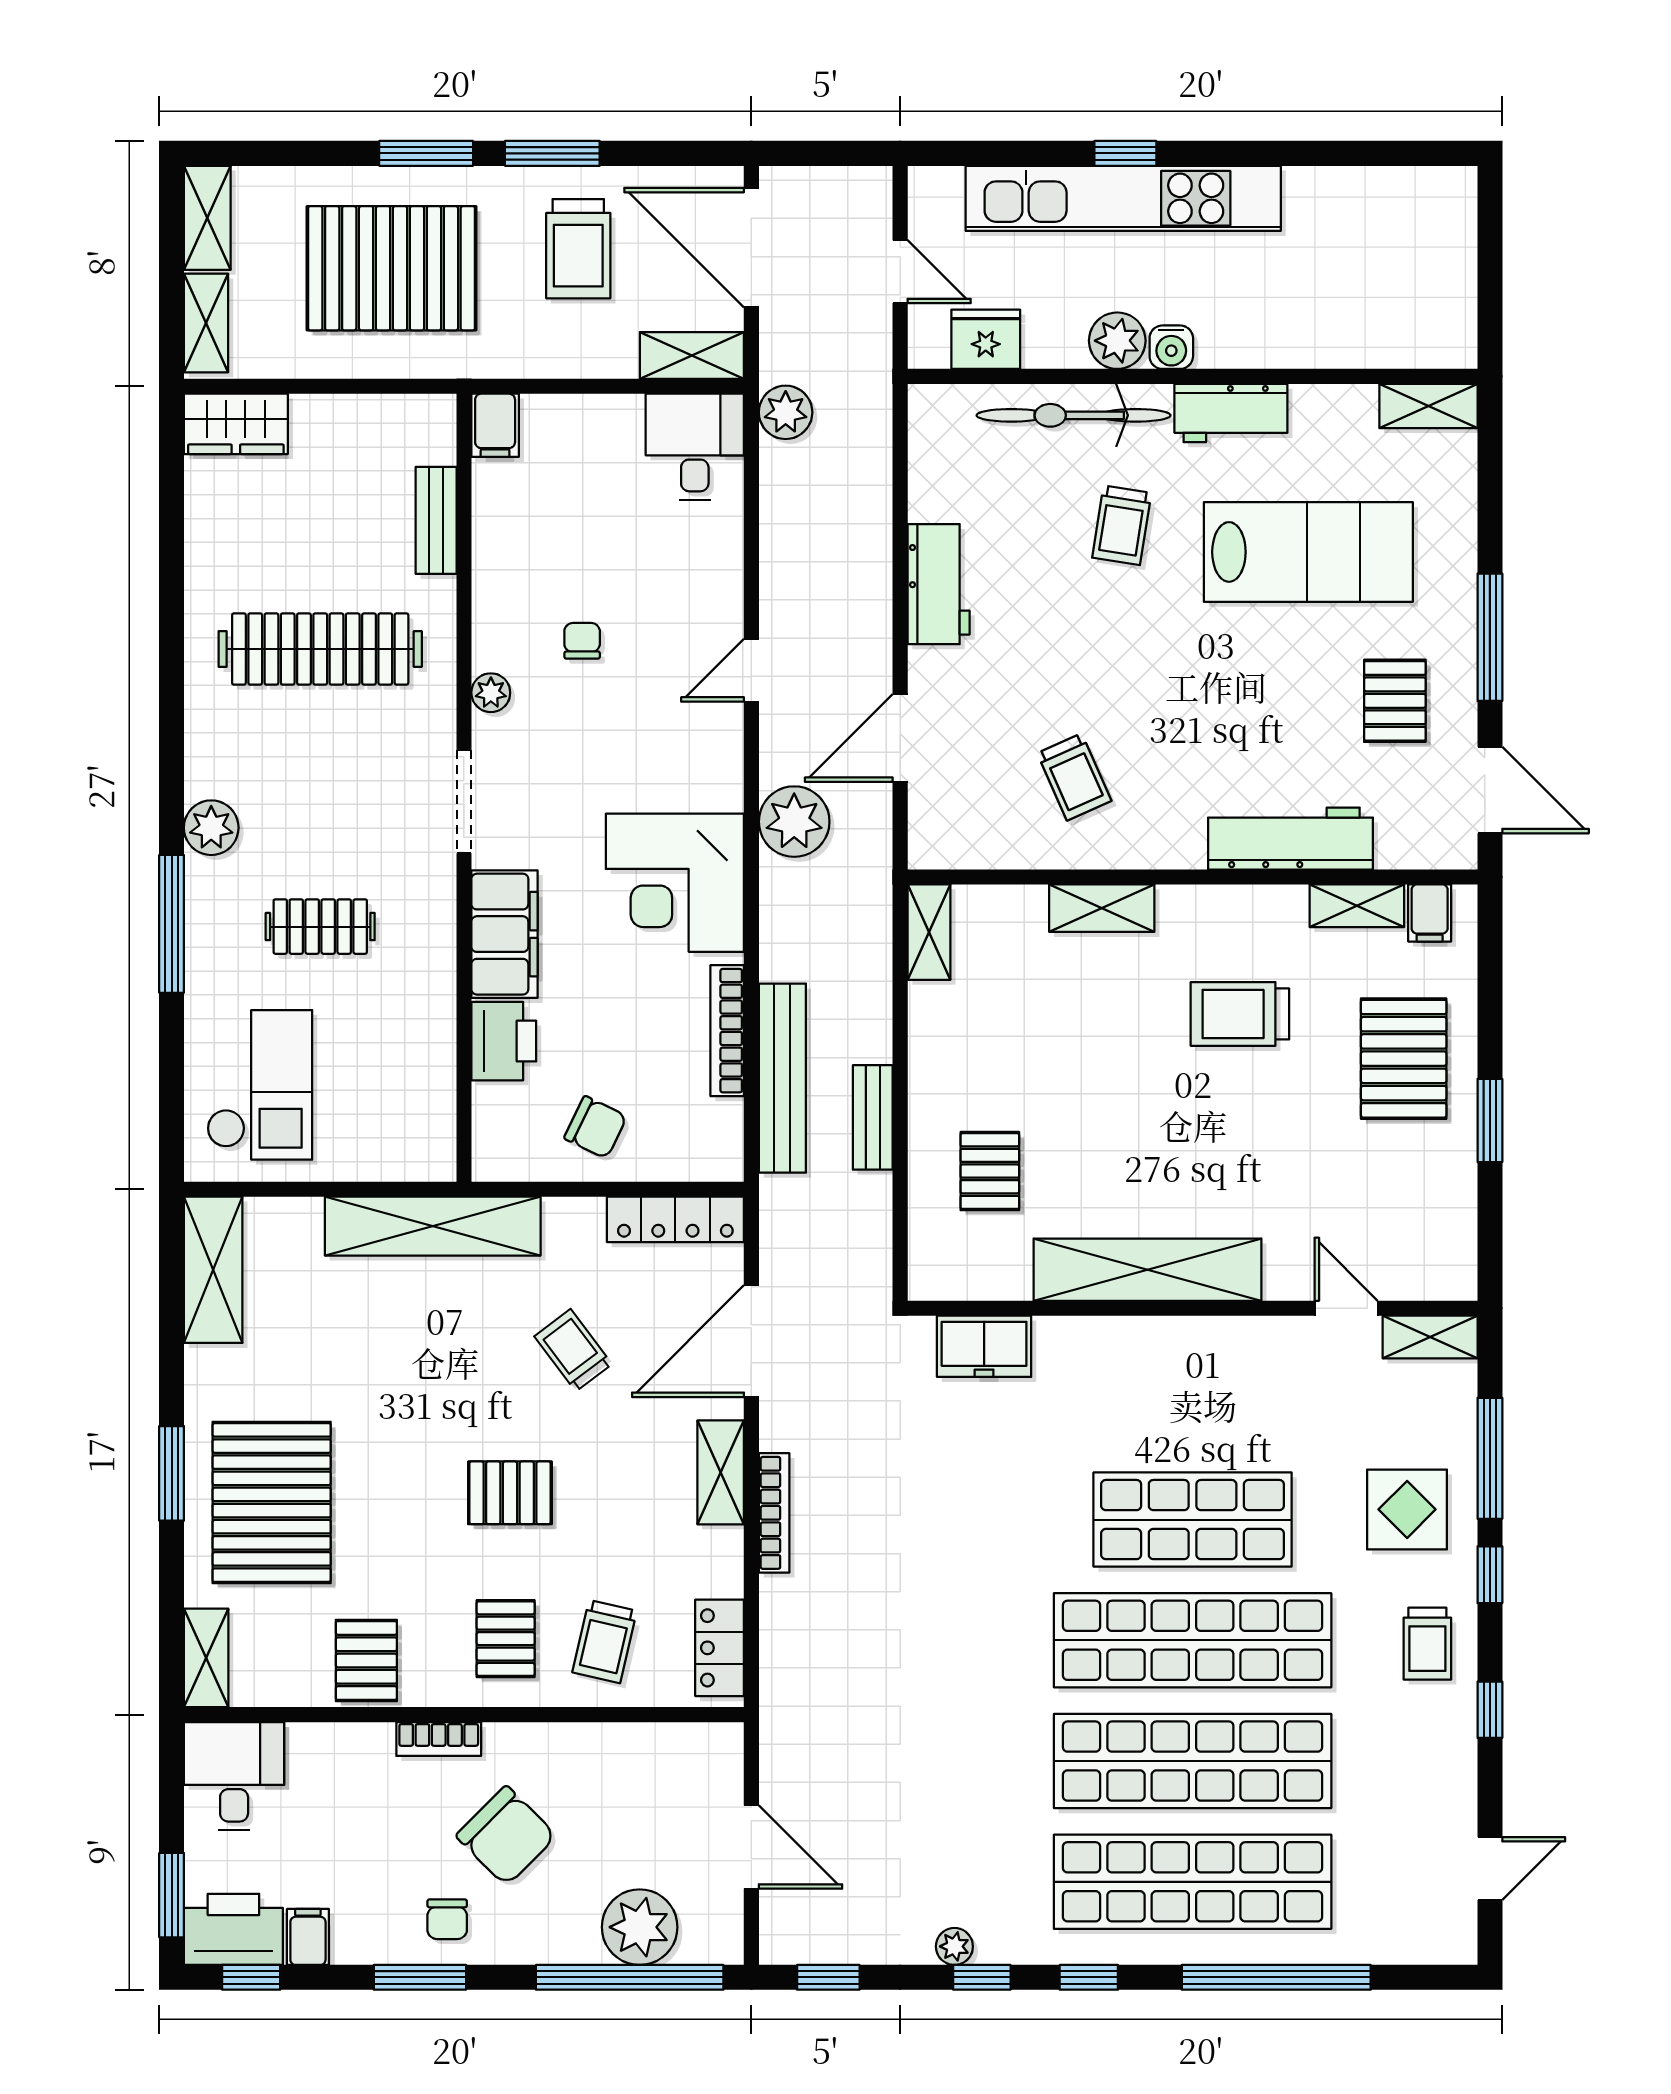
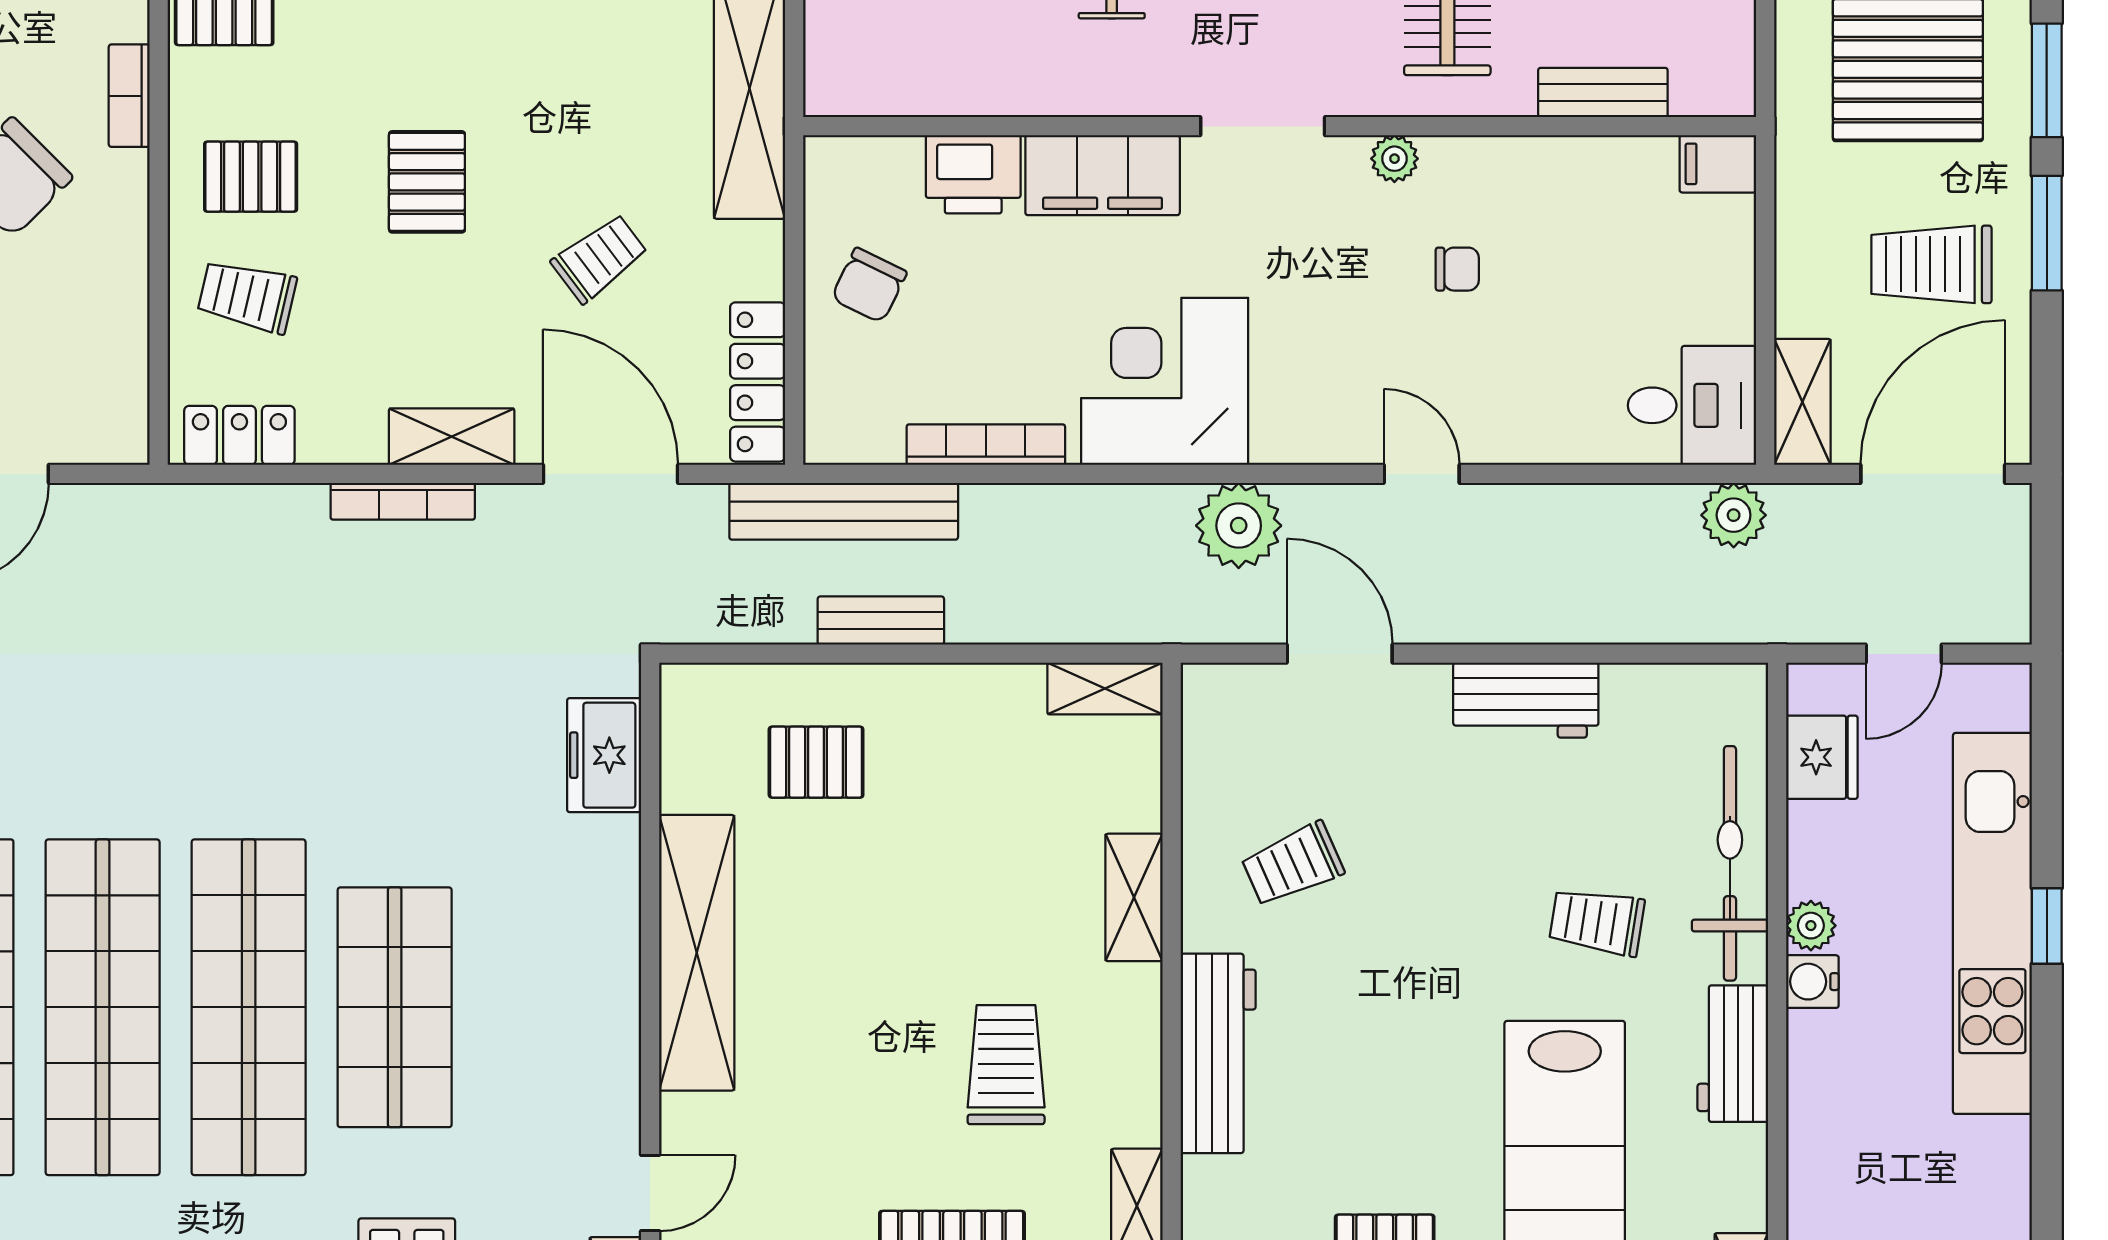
plant: (1117, 341) -> (1811, 926), width x0.73, depth x0.73
workbench: (1290, 839) -> (1218, 1053), moved
bench: (782, 1078) -> (844, 511), moved

